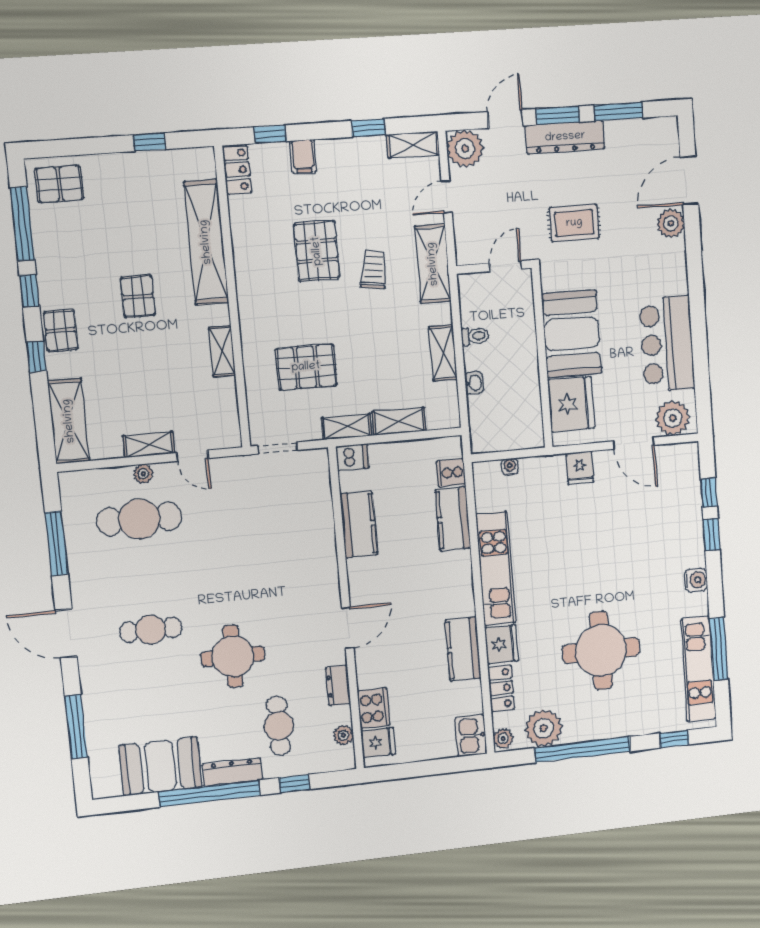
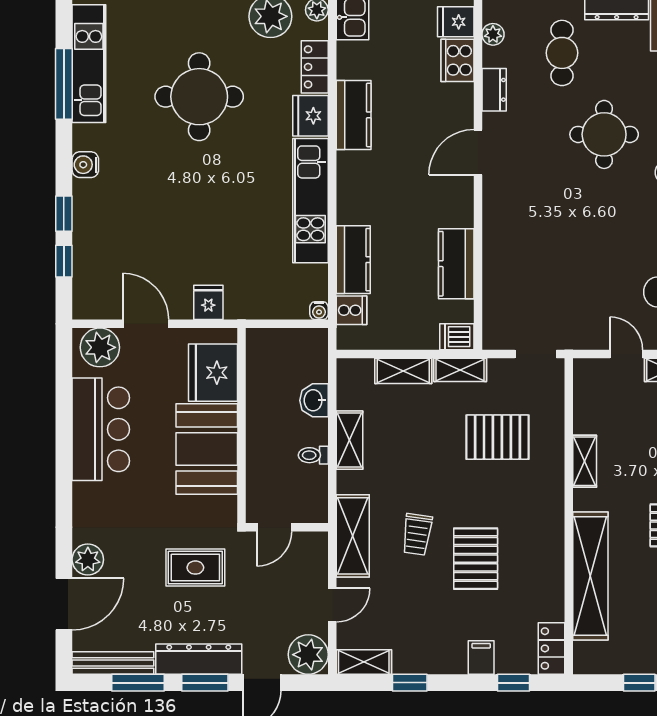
bench: (642, 129) -> (113, 663), added
washbasin: (474, 383) -> (314, 400), width x1.38, depth x1.45
water cooler: (510, 467) -> (319, 311), moved

